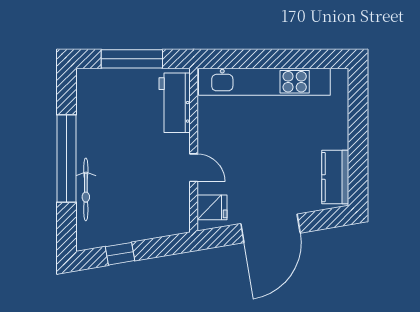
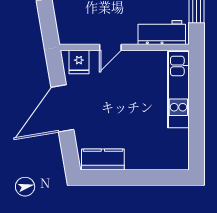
kitchen unit: (264, 82) -> (178, 90), width x0.73
door: (270, 228) -> (62, 108), hinge flipped

